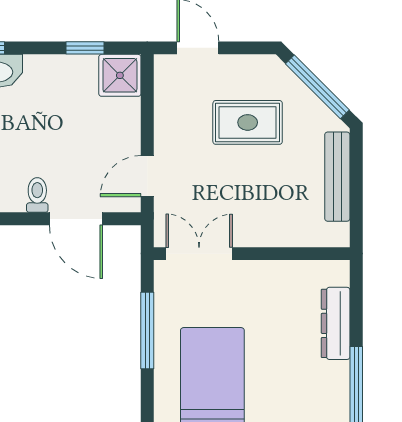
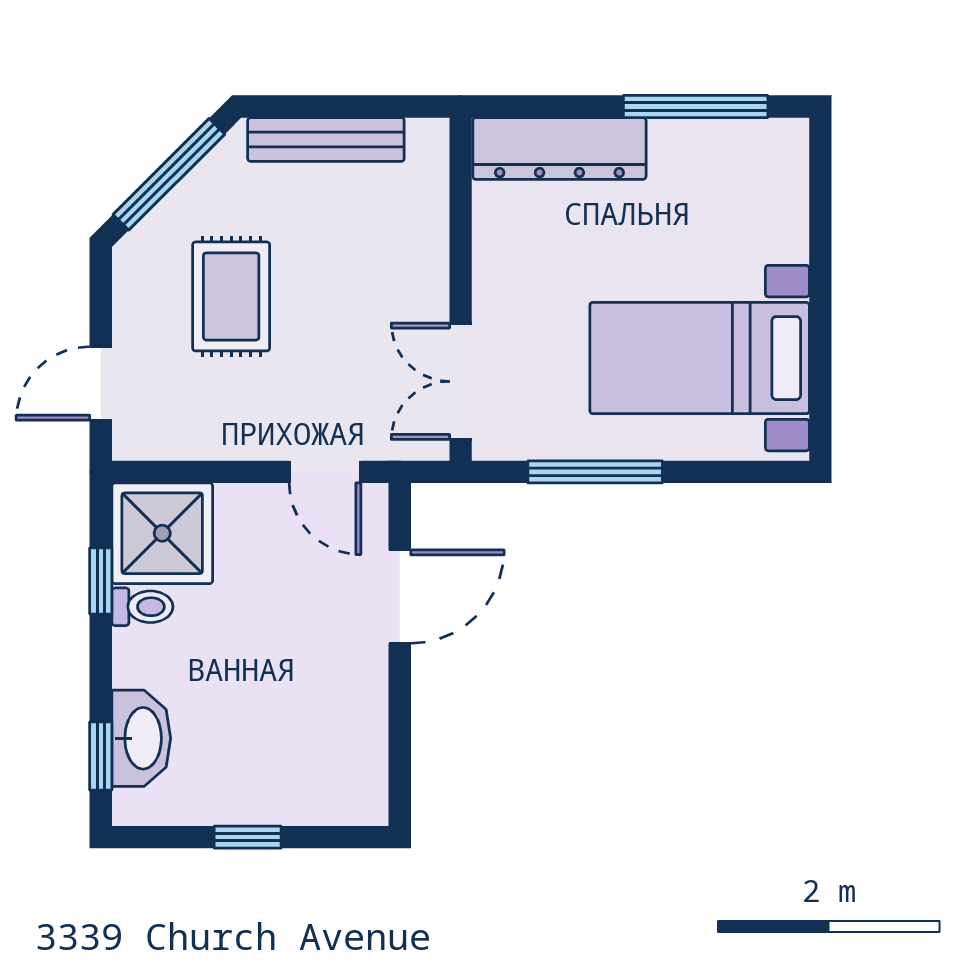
shower: (120, 75) -> (162, 533), width x1.36, depth x1.36
toilet: (37, 195) -> (142, 607), moved, turned 180
dresser: (336, 323) -> (559, 148), width x1.37, depth x1.24

